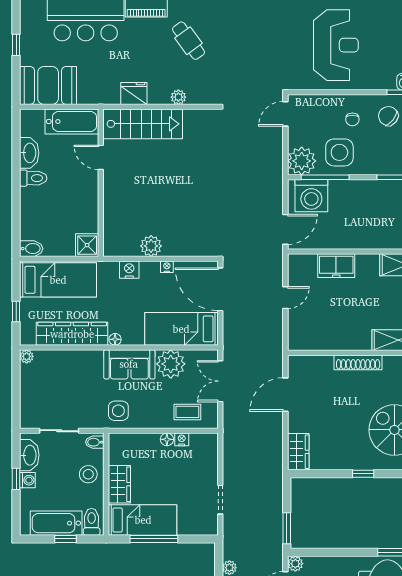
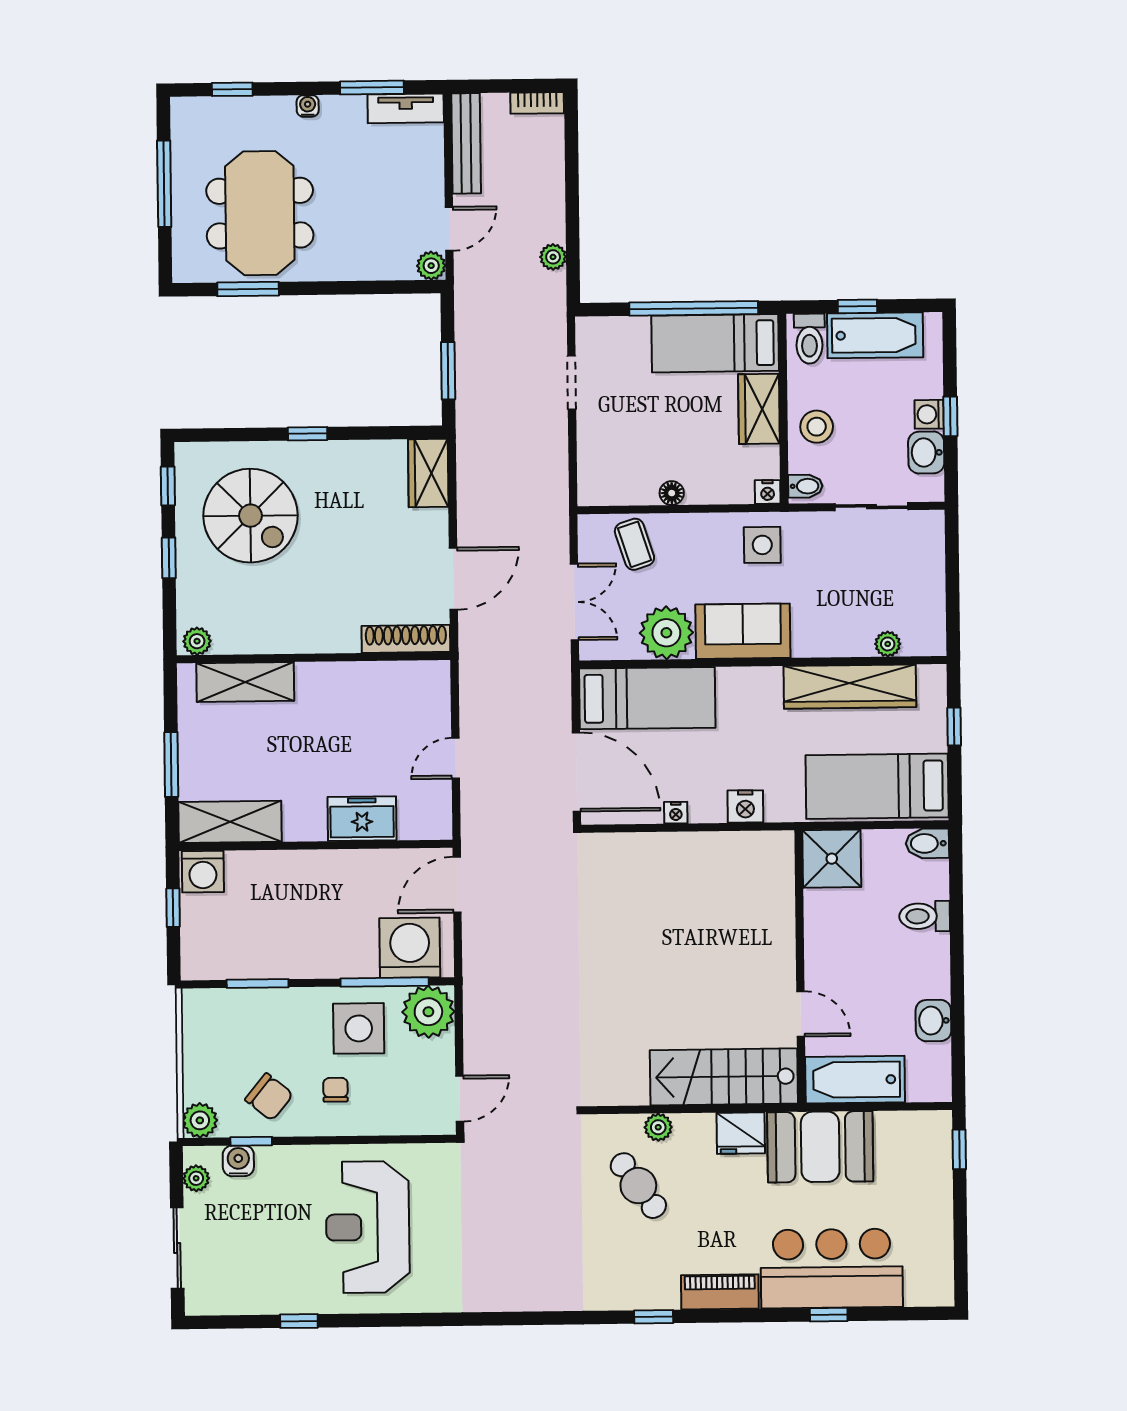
cafe table: (189, 41) -> (638, 1186), moved
window: (16, 45) -> (959, 1149), moved
booth: (48, 85) -> (820, 1147), moved
washbasin: (29, 153) -> (933, 1021), width x0.72
toilet: (33, 178) -> (925, 916), moved
shower: (87, 245) -> (832, 859), width x1.36, depth x1.36
plant: (151, 246) -> (706, 851), removed
floor lamp: (115, 339) -> (770, 677), removed
plant: (27, 356) -> (888, 644), moved
shoe rack: (358, 362) -> (406, 639), moved
coffee table: (187, 412) -> (634, 544), turned 72
nightstand: (182, 439) -> (768, 492), moved
washbasin: (29, 455) -> (926, 453), width x0.72
window: (287, 528) -> (448, 371), moved
window: (154, 539) -> (694, 308), width x1.46

